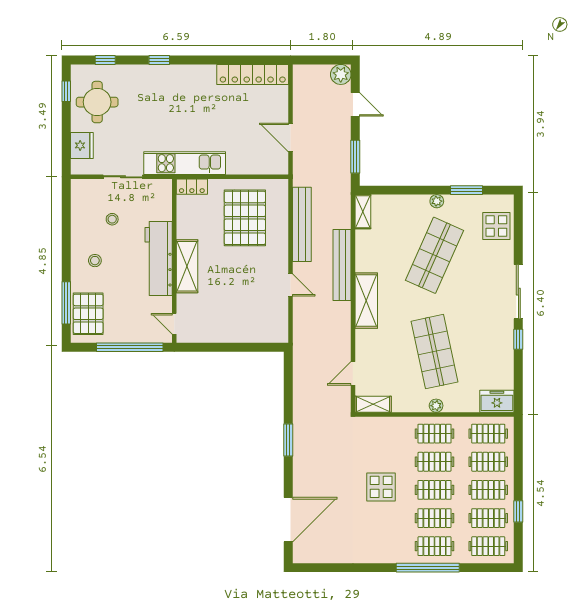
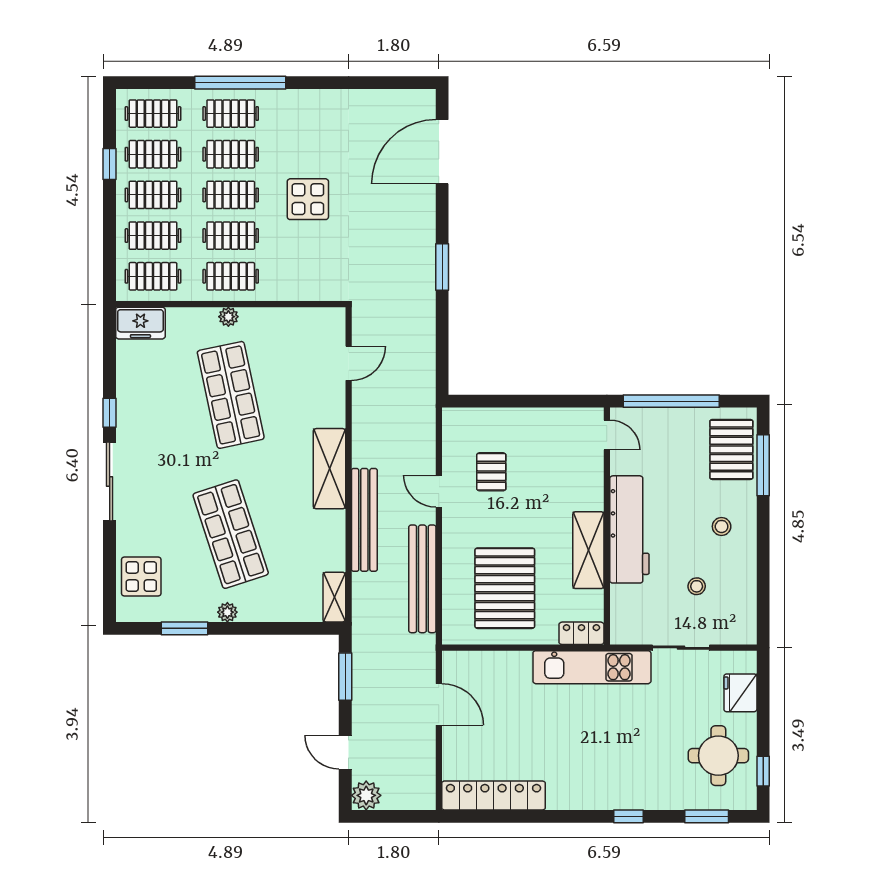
window: (105, 60) -> (707, 816), width x1.50
shop shelf: (435, 255) -> (231, 534), turned -42
shelving: (187, 266) -> (588, 550), moved
pallet: (254, 298) -> (491, 472), added
shelving: (373, 404) -> (319, 319), removed

